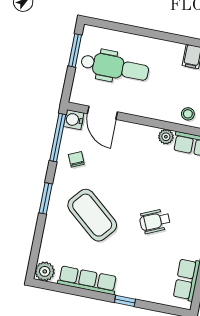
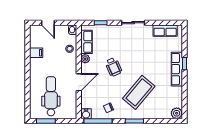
door: (102, 113) -> (79, 82), moved
wheelchair: (155, 221) -> (113, 67), moved
row of seats: (87, 280) -> (177, 69), moved

